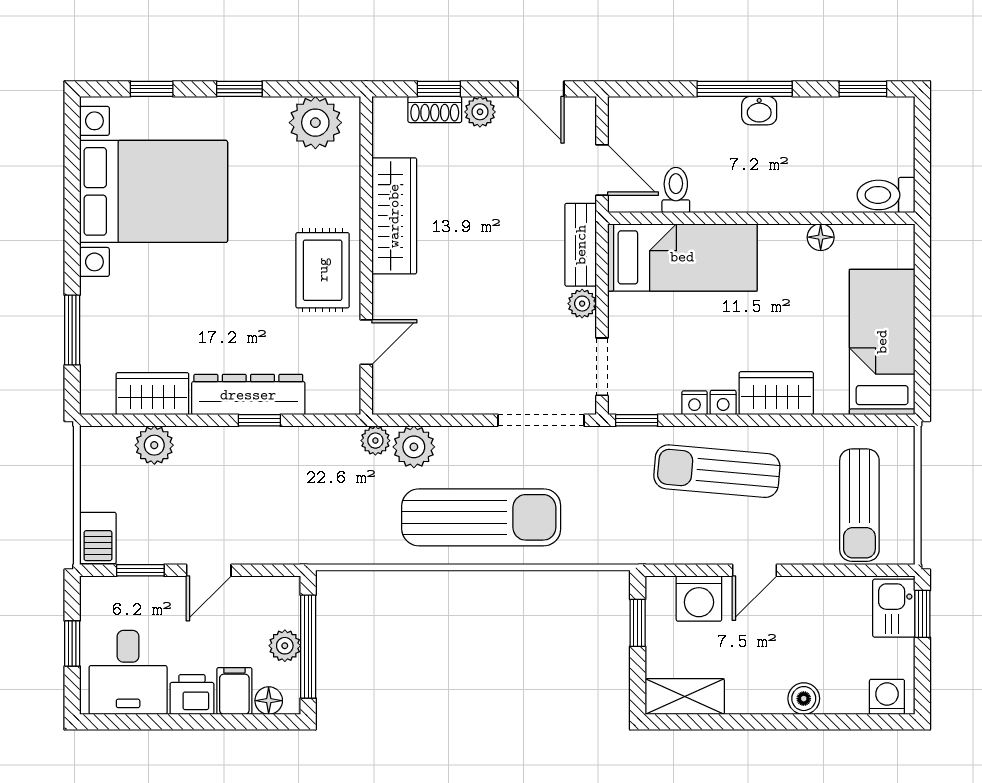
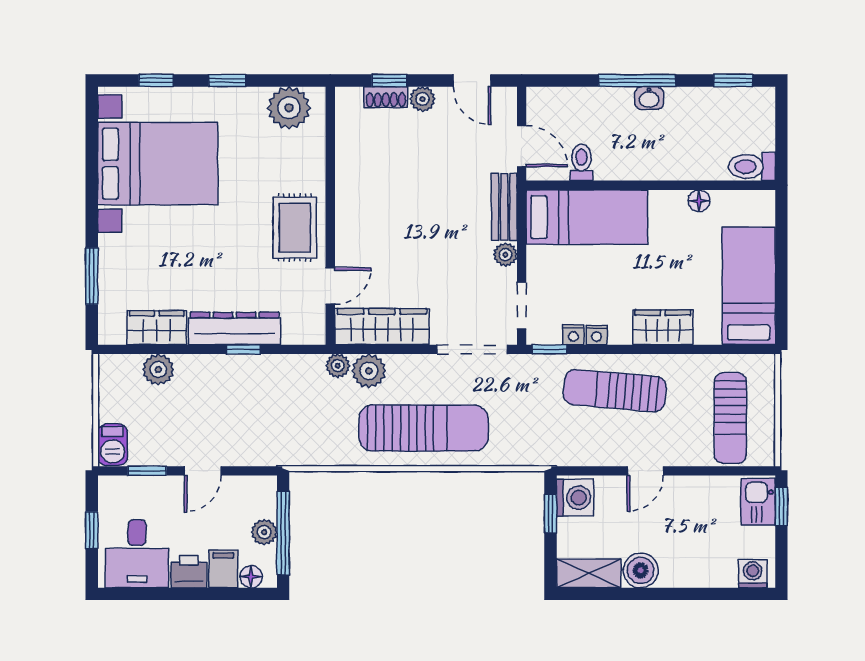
wardrobe: (394, 216) -> (382, 327), moved, turned -90
nightstand: (723, 403) -> (573, 335), moved
washing machine: (699, 599) -> (575, 498), moved, turned -90
boiler: (804, 699) -> (641, 570), moved, width x1.36, depth x1.36

